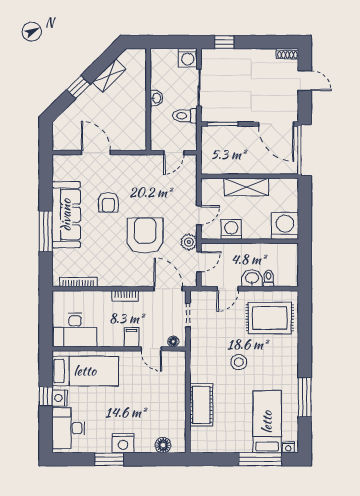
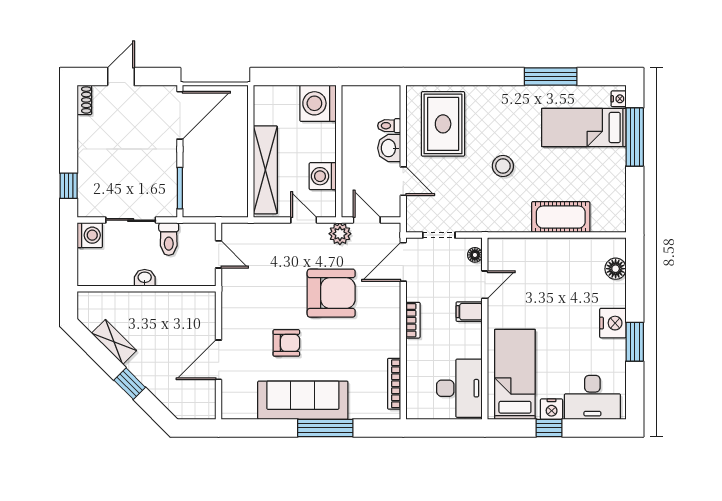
shelving: (246, 187) -> (265, 170), width x1.47
armchair: (145, 236) -> (331, 293), turned 180

